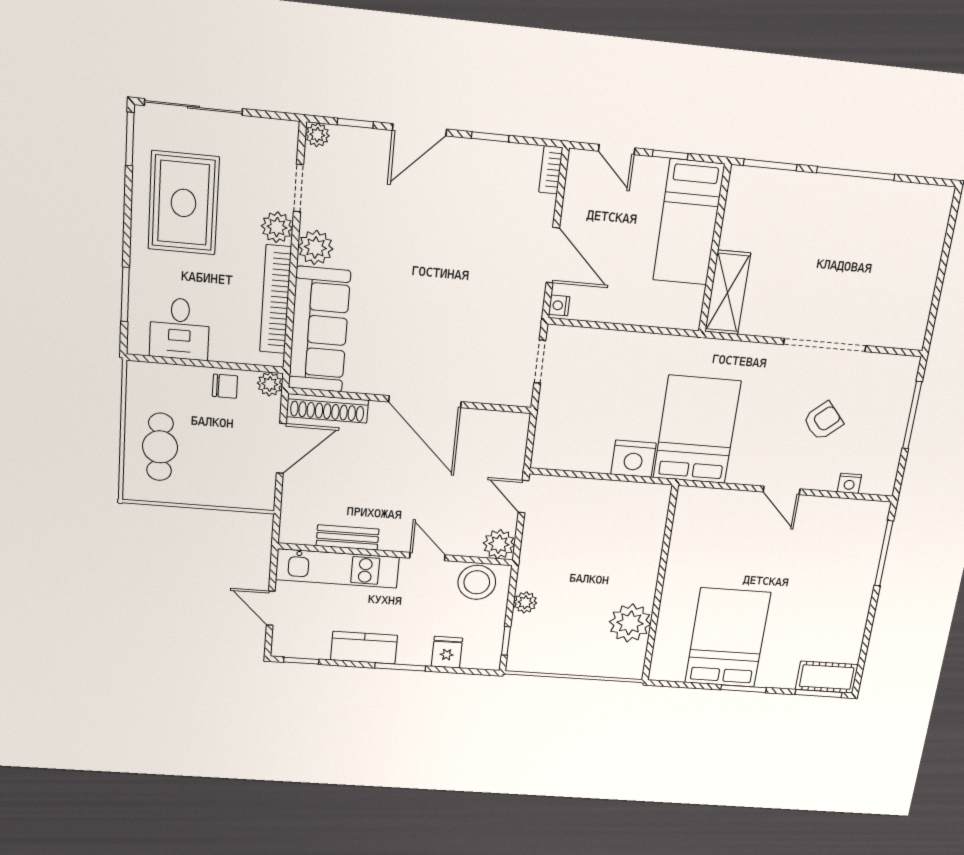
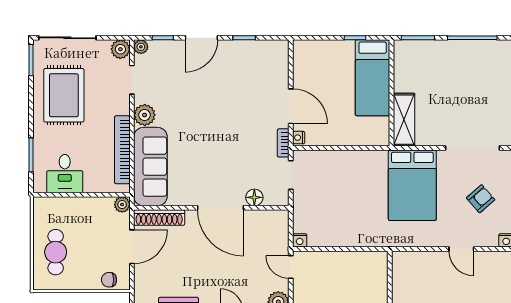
door: (617, 149) -> (322, 38), removed
bookcase: (551, 170) -> (283, 143), moved
plant: (277, 227) -> (120, 49), moved
chair: (225, 386) -> (109, 280), moved, turned 180
floor lamp: (479, 391) -> (254, 197), added
bed: (697, 430) -> (412, 185), moved, turned 180
nightstand: (633, 459) -> (300, 240), moved, width x0.53, depth x0.56

